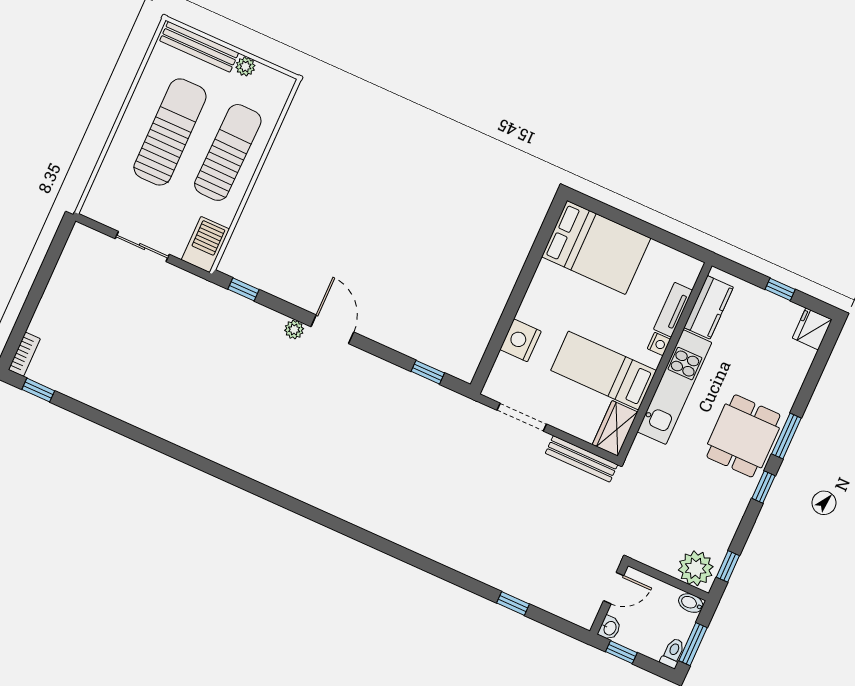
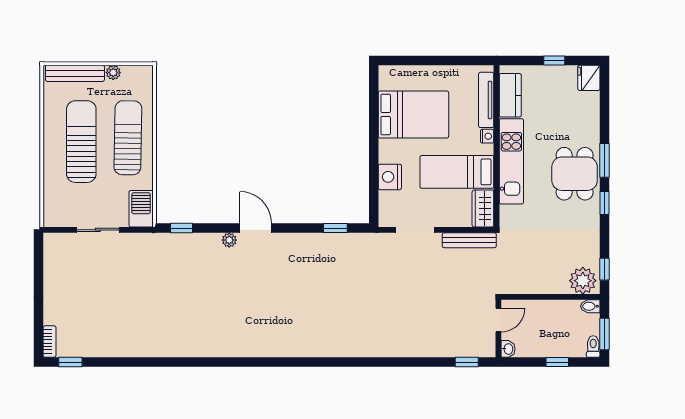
bed: (596, 247) -> (413, 114), moved
tv unit: (673, 310) -> (486, 100), width x1.41
door: (614, 588) -> (498, 320), moved
wall: (609, 598) -> (498, 329), moved
washbasin: (610, 628) -> (508, 349), moved

